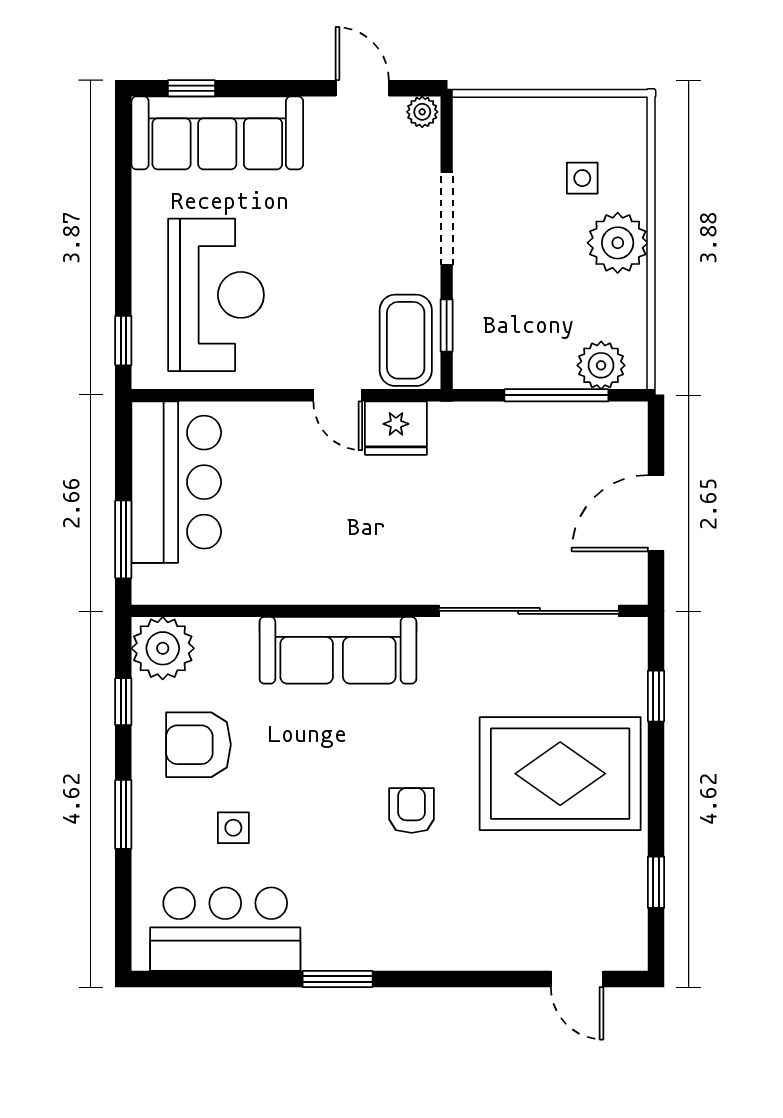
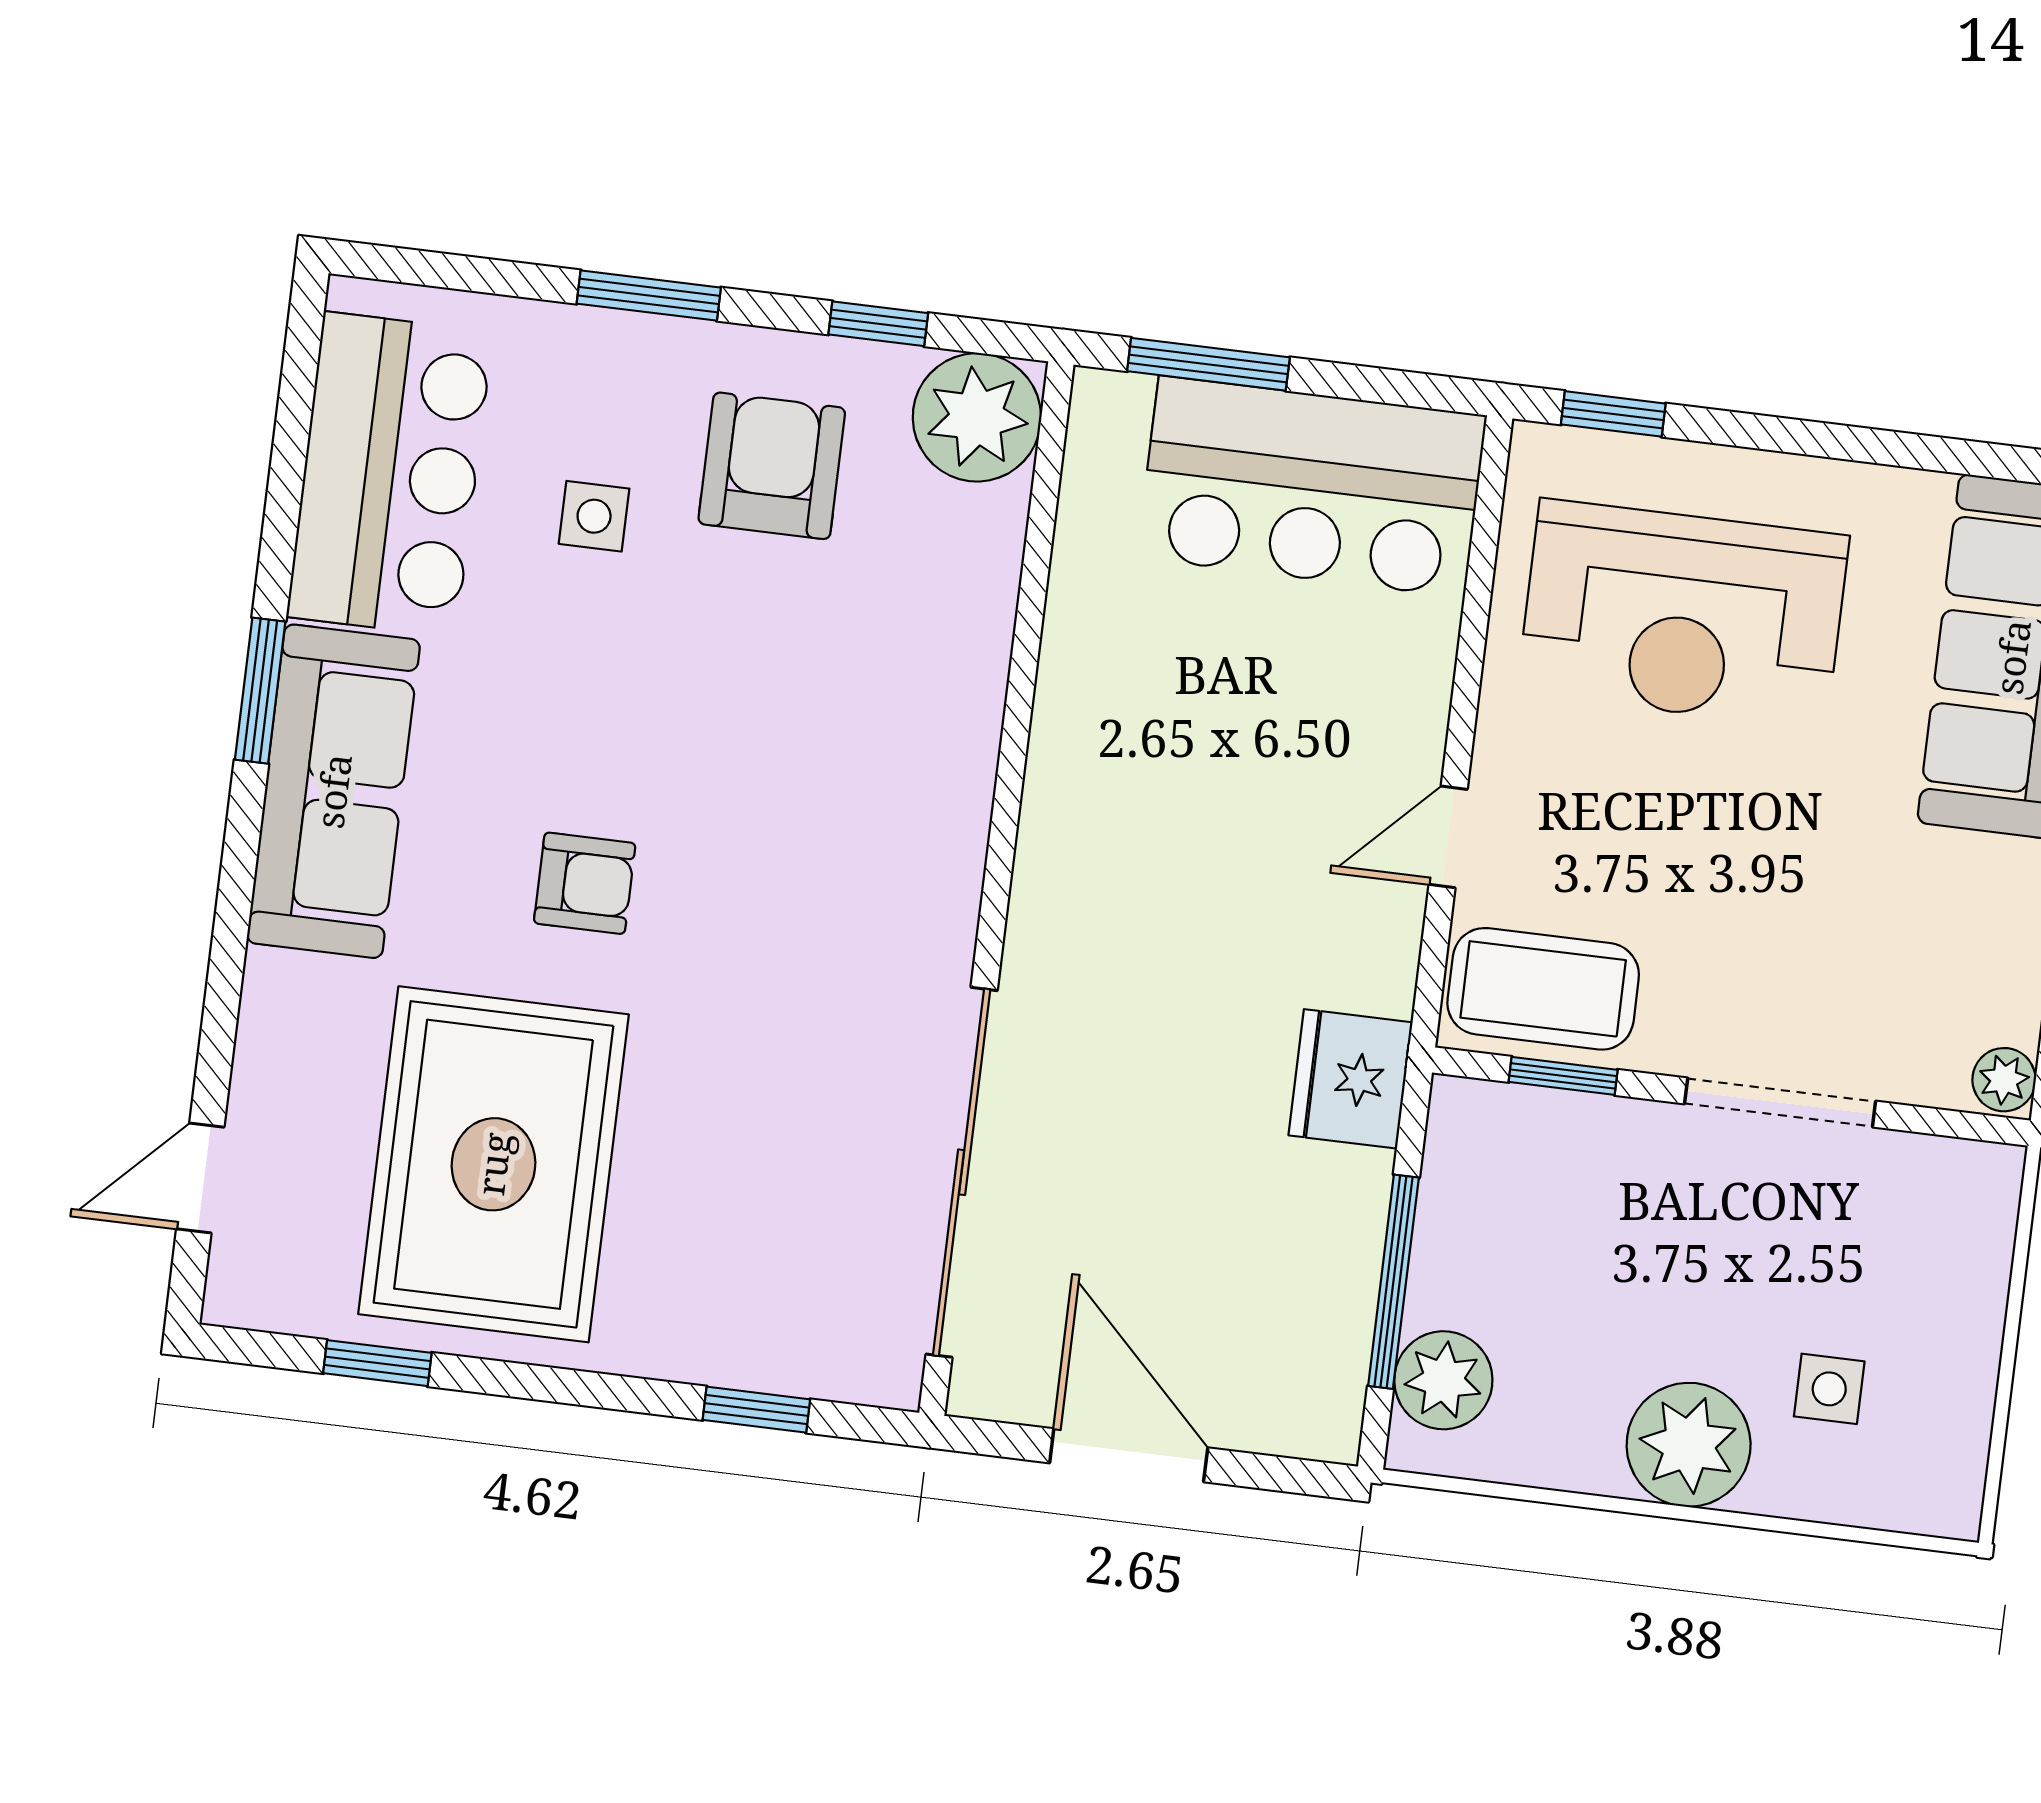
fridge: (396, 428) -> (1351, 1079), moved
sofa: (338, 650) -> (333, 791), moved, turned 180
rug: (560, 774) -> (493, 1164), moved

